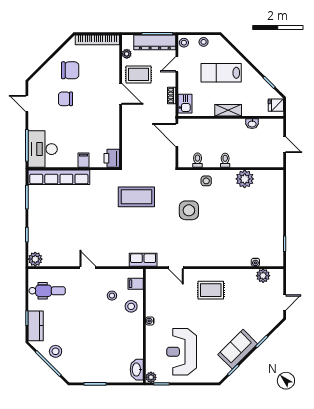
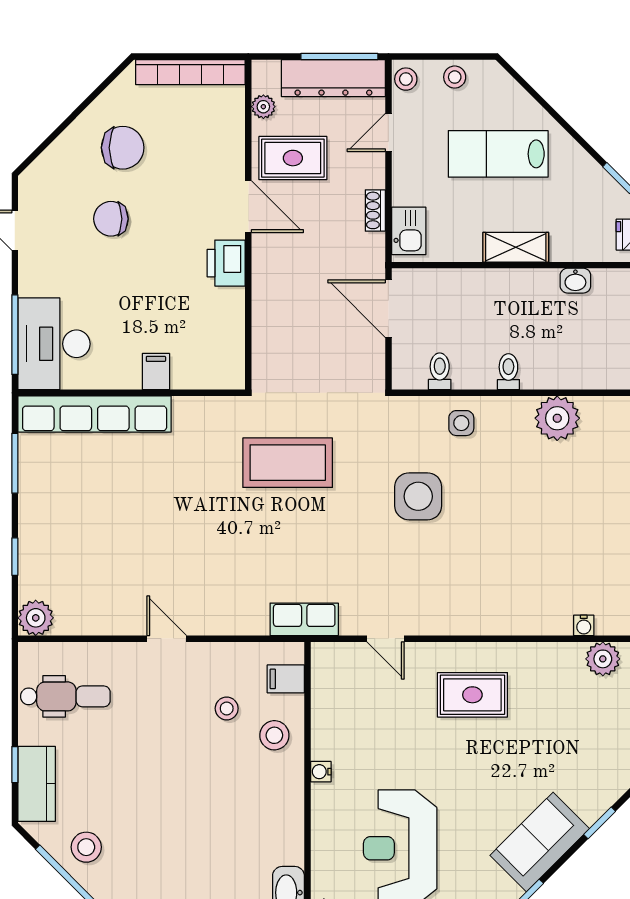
printer: (112, 158) -> (226, 263), moved

